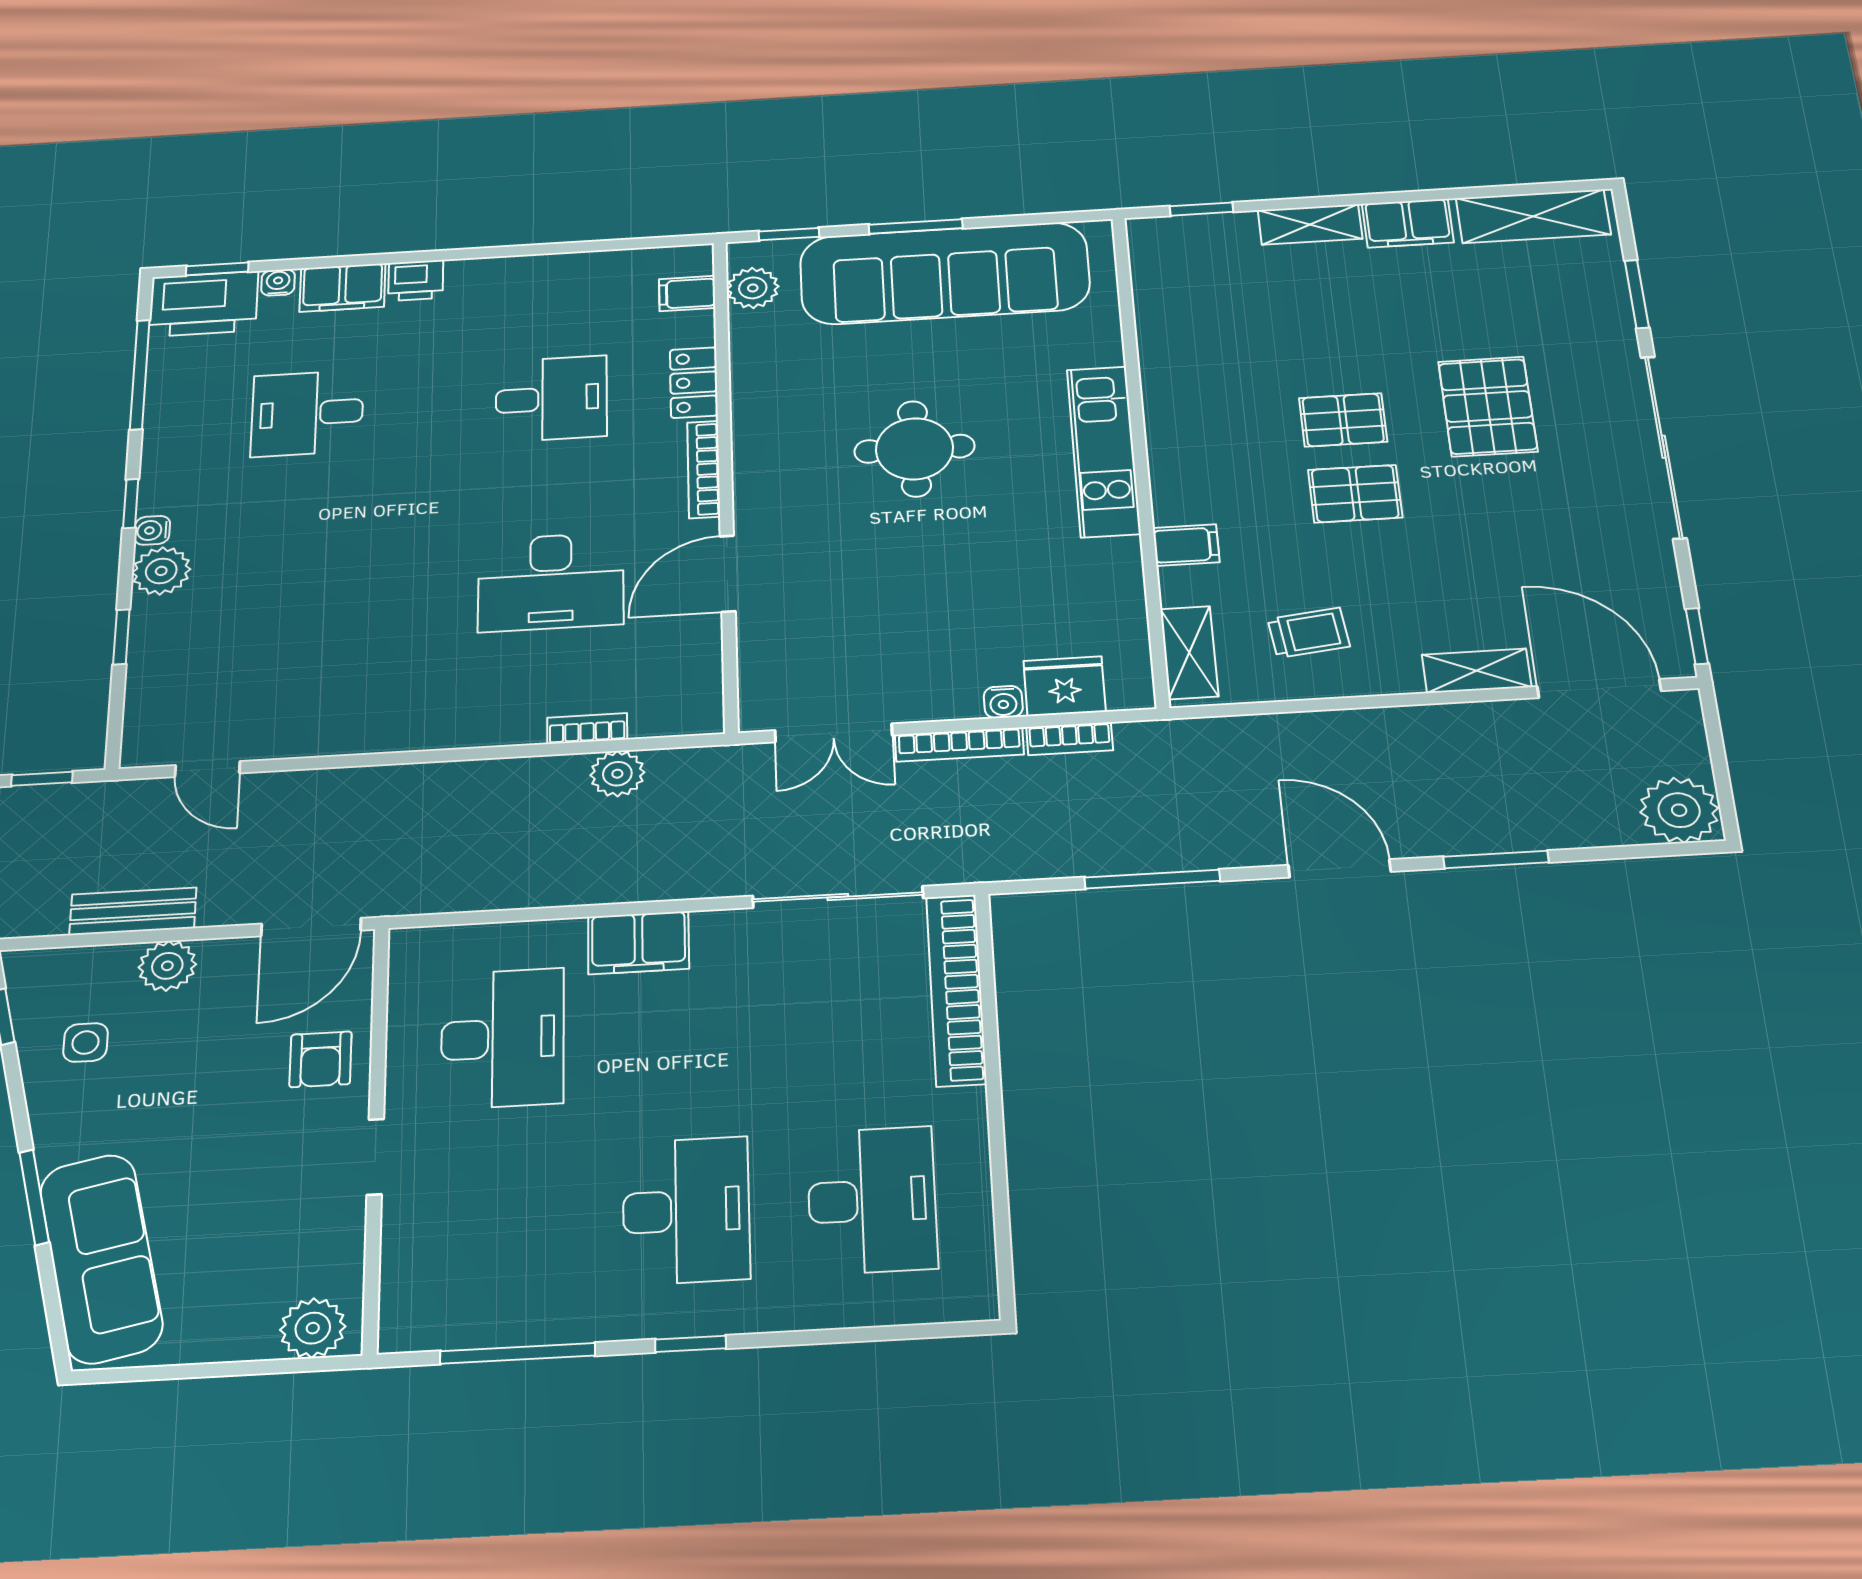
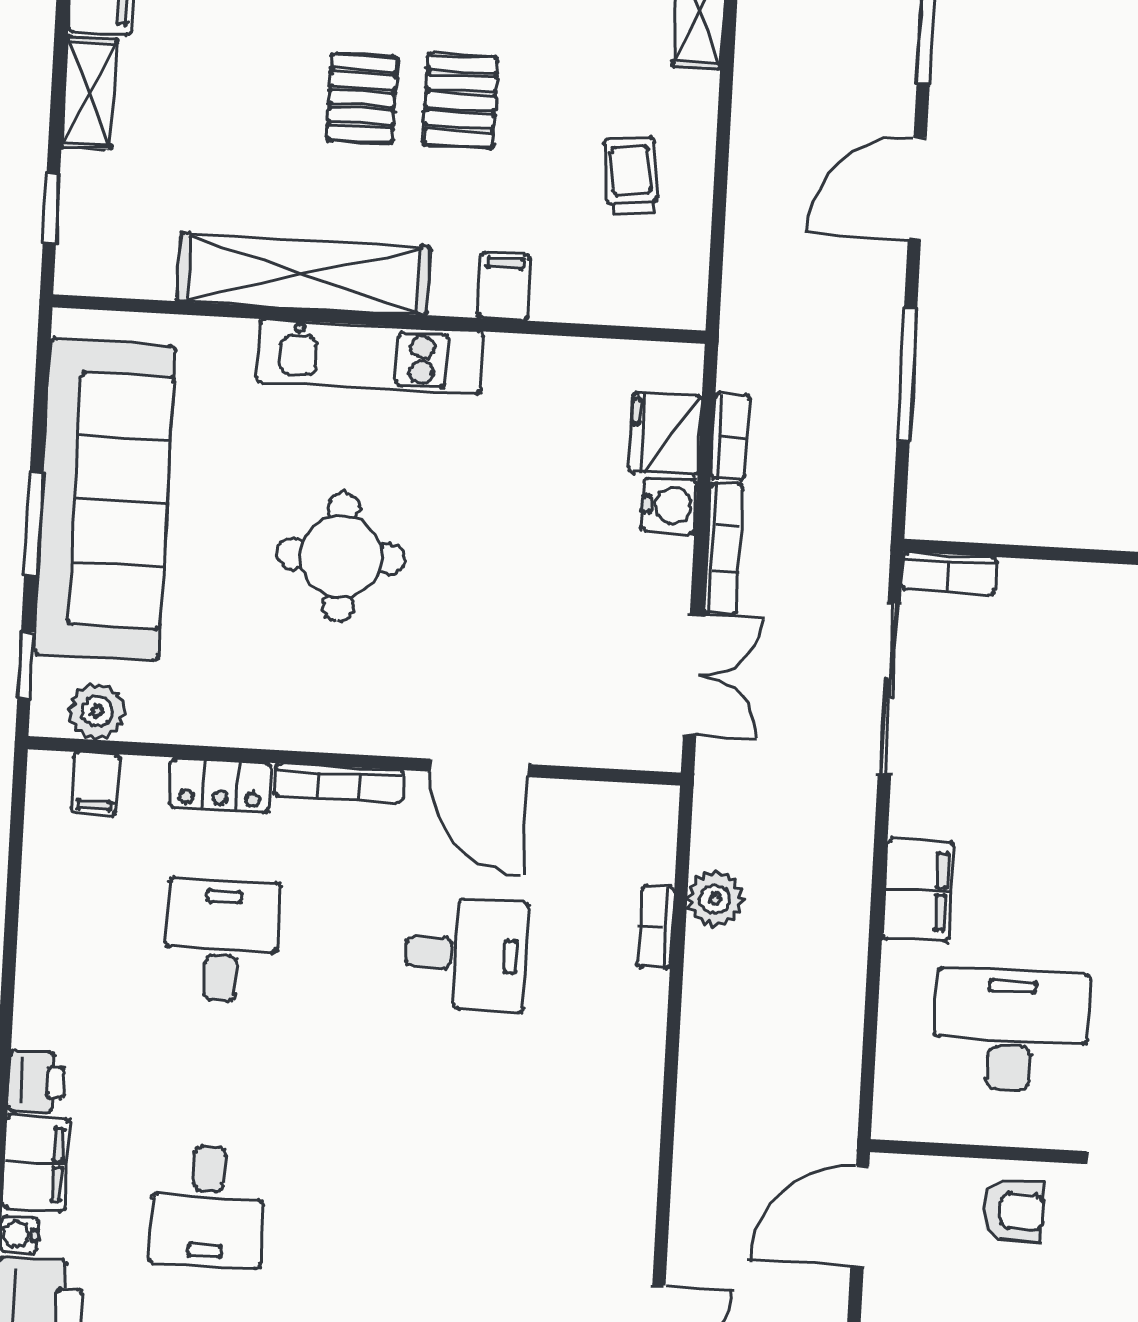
desk: (551, 582) -> (466, 954), width x0.73
shelving: (1189, 653) -> (304, 274), moved, width x2.20, depth x1.33
water cooler: (1003, 702) -> (669, 506), width x1.38, depth x1.38
door: (311, 927) -> (860, 1217), swing flipped
bookcase: (956, 990) -> (949, 573), width x0.43, depth x0.76

